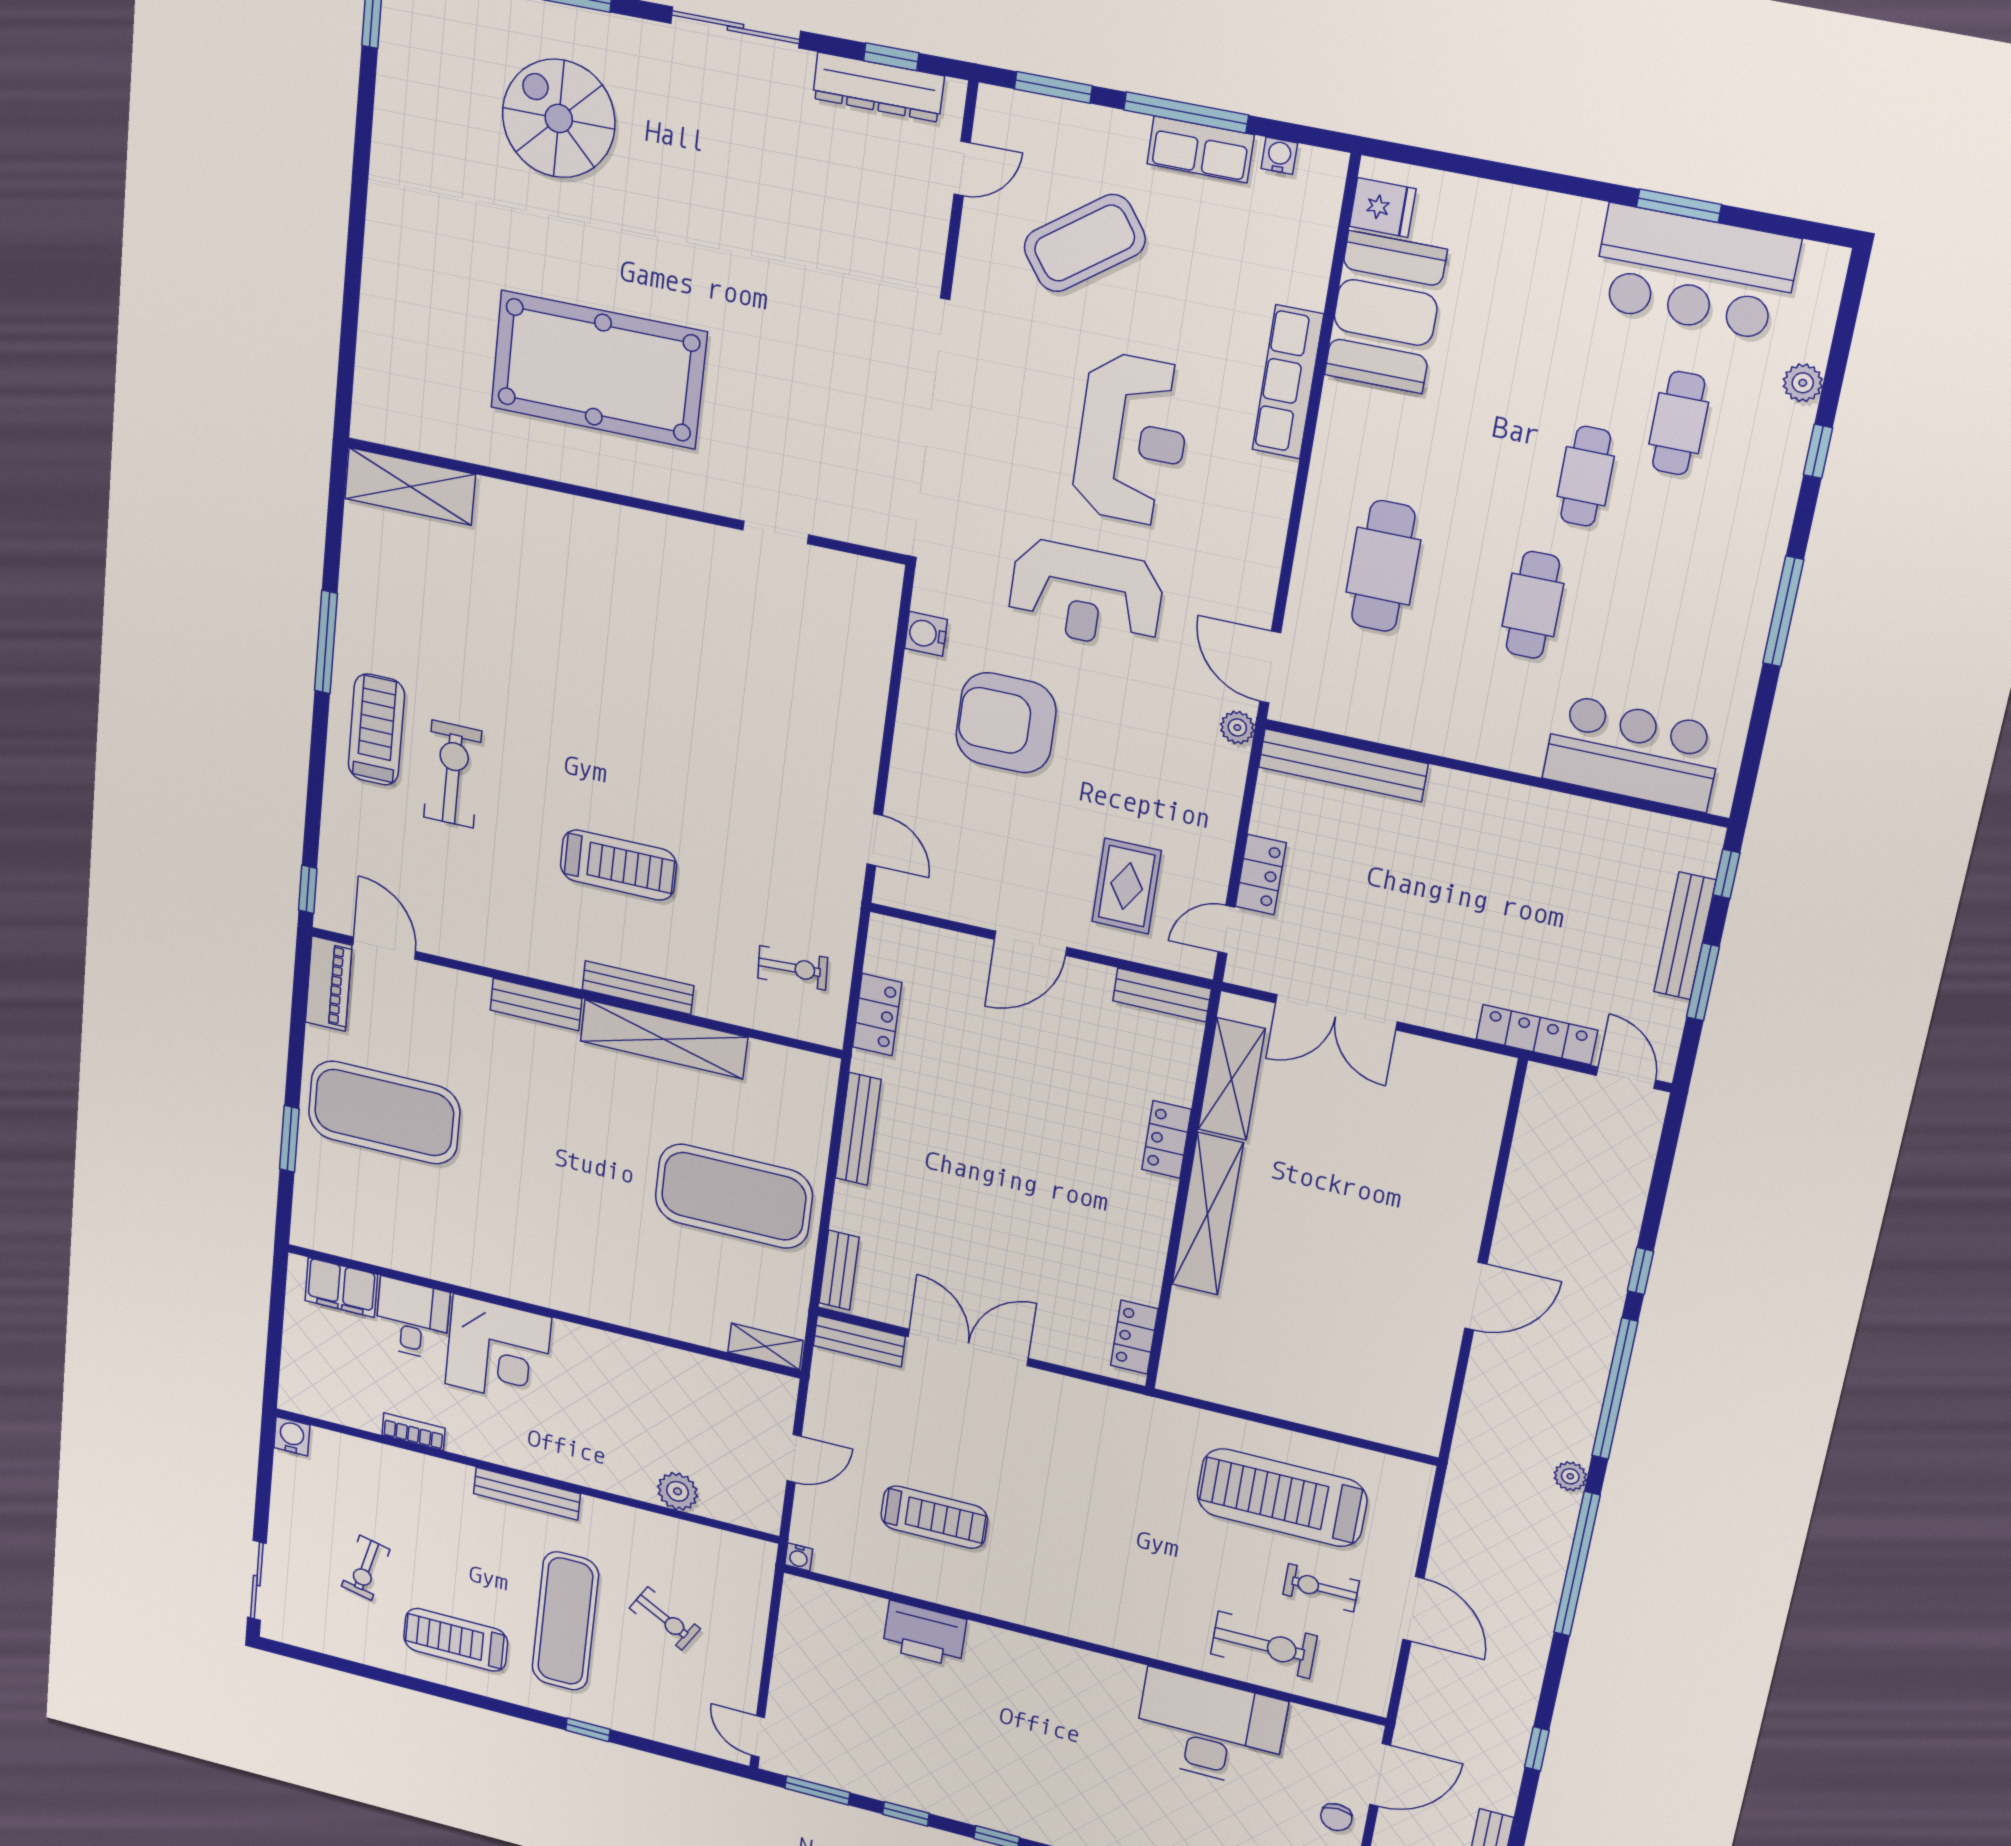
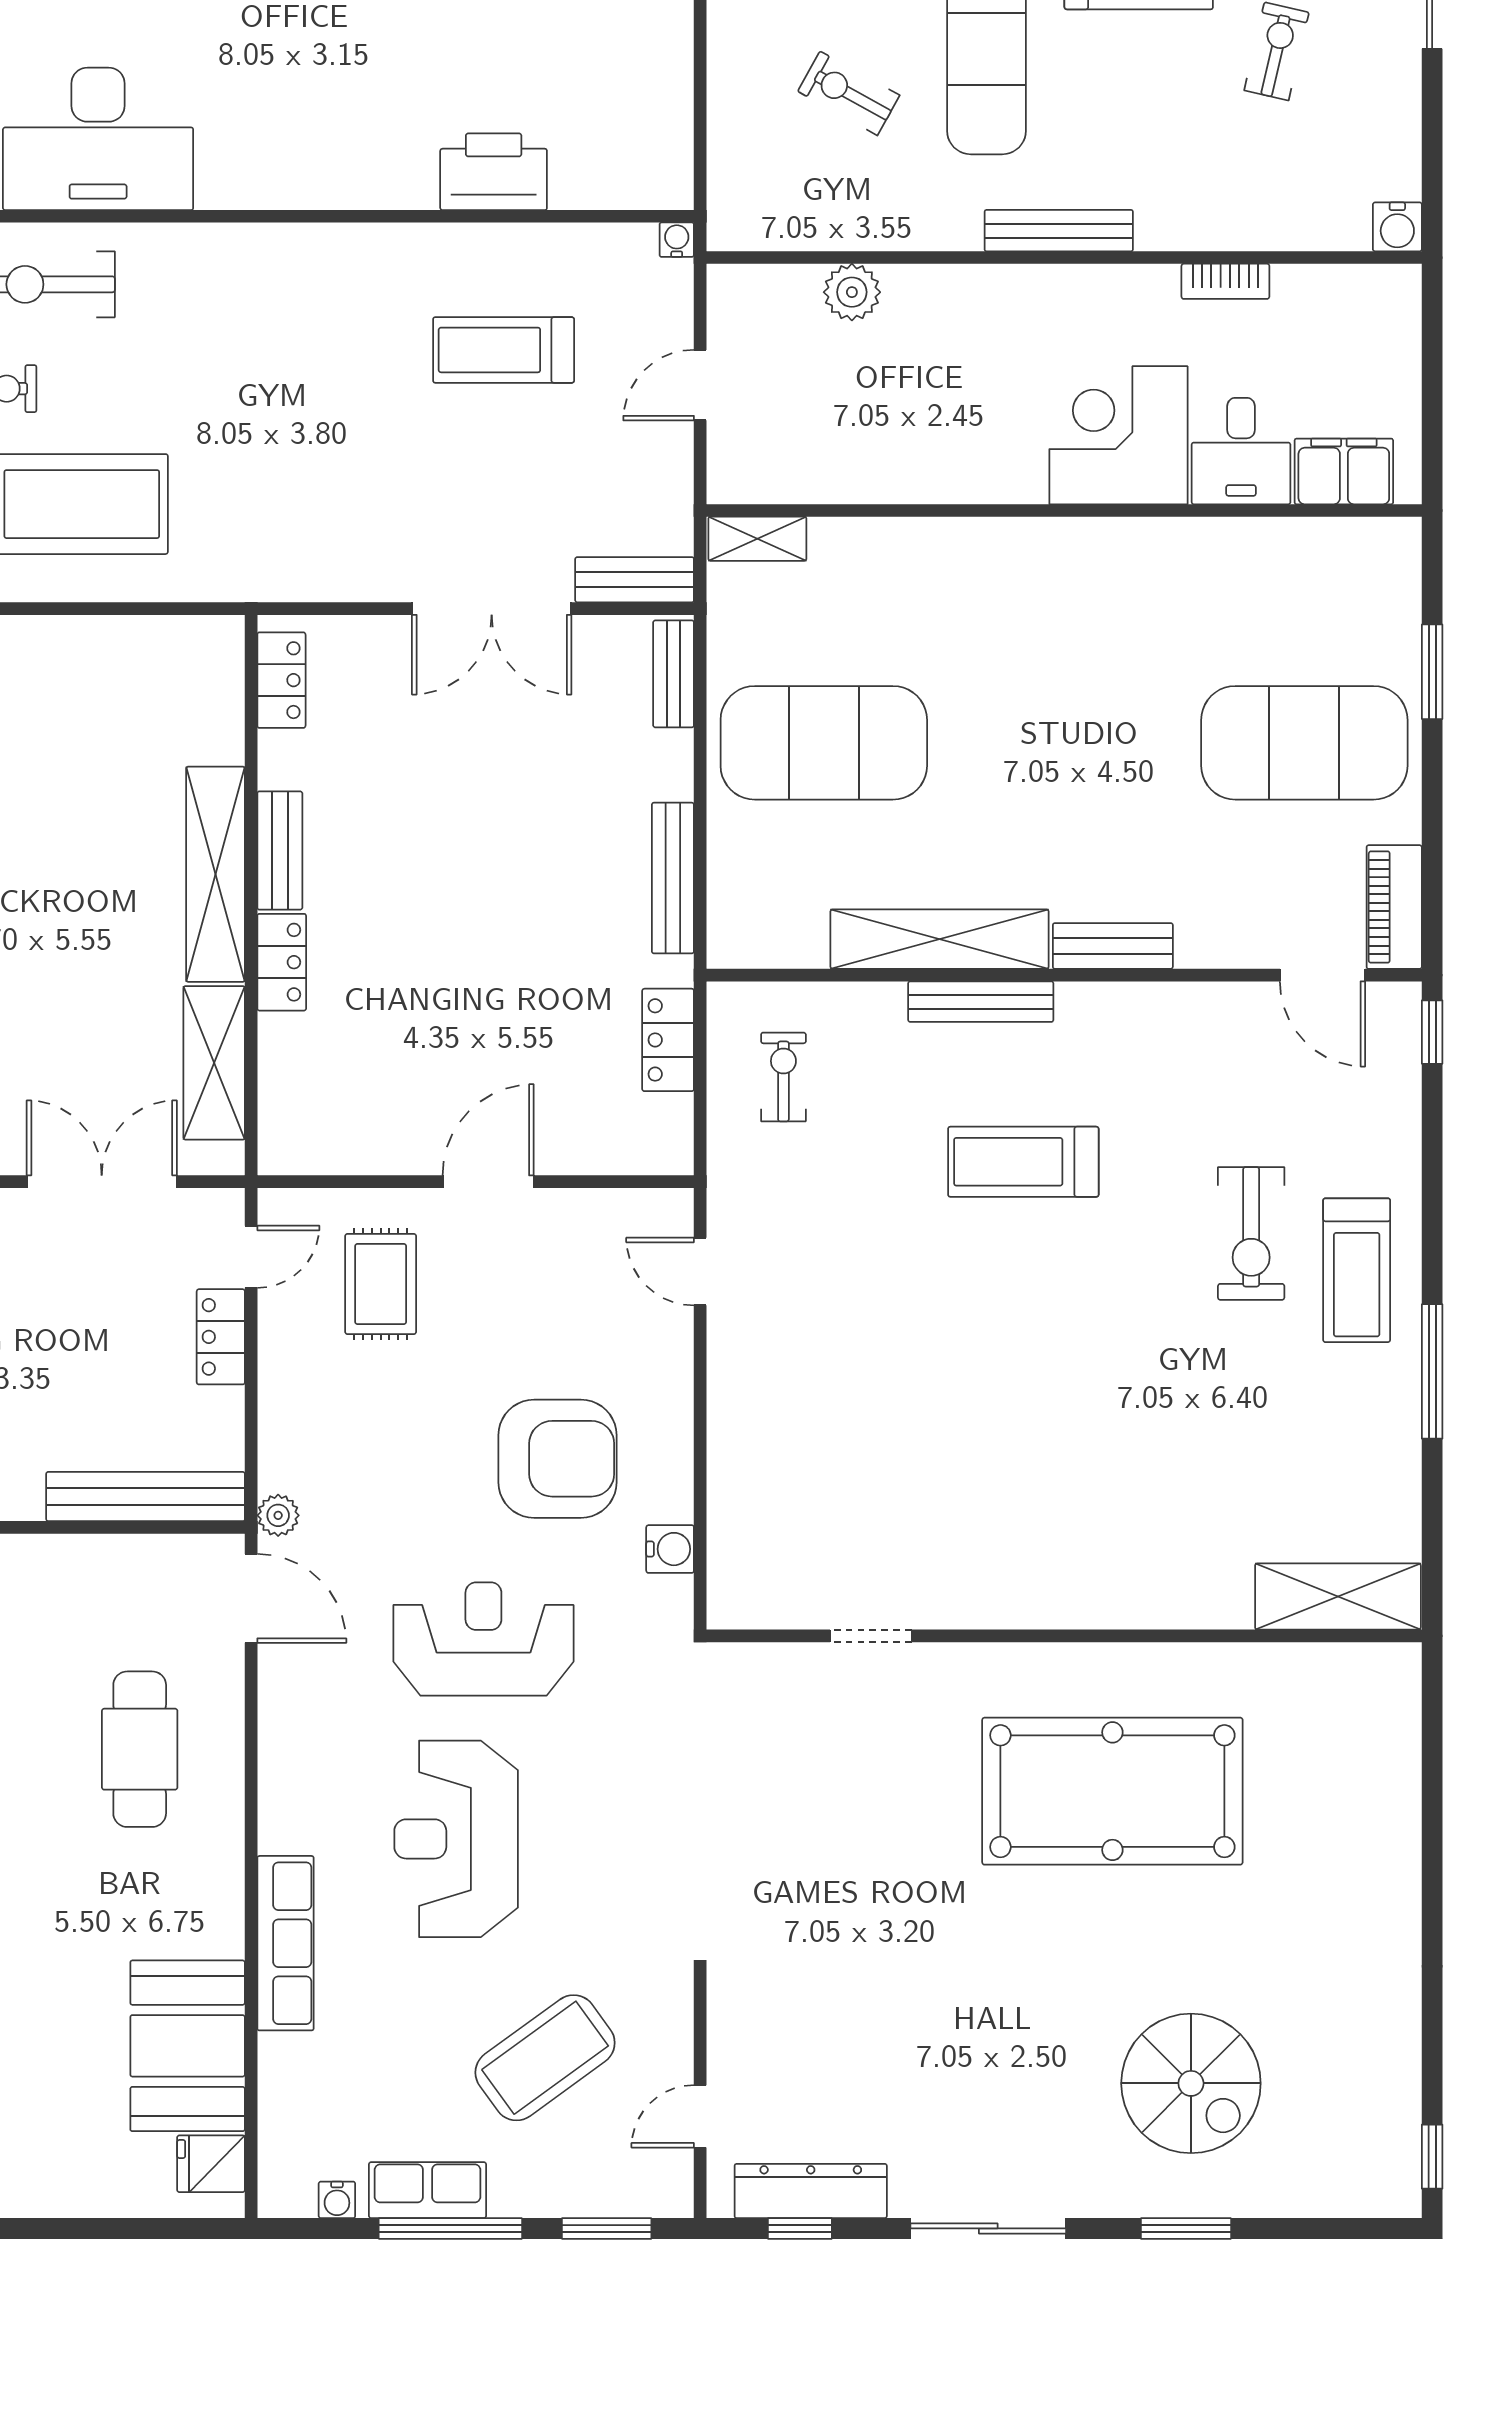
exercise bike: (793, 968) -> (783, 1077), turned 93
bench: (1162, 995) -> (280, 851), moved, turned 90

